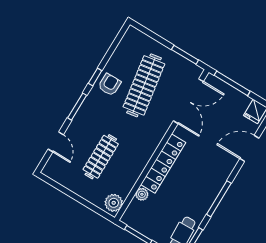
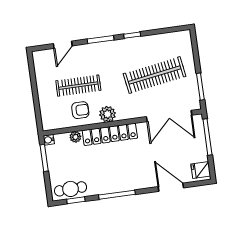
armchair: (110, 85) -> (80, 110), moved
plant: (114, 203) -> (108, 114), moved
water cooler: (126, 219) -> (49, 140), added

